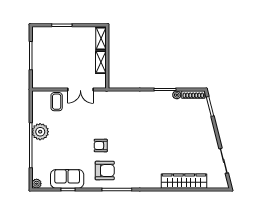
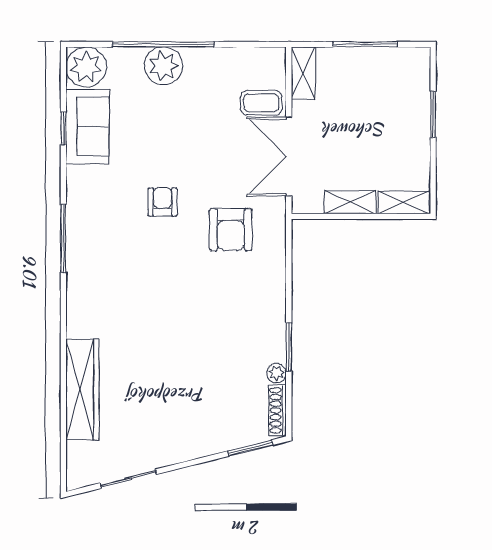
shelving: (43, 83) -> (303, 73), added
double door: (80, 89) -> (289, 156), width x1.37
plant: (40, 132) -> (163, 66), moved
armchair: (105, 171) -> (231, 230), moved
plant: (37, 184) -> (86, 67), width x1.87, depth x1.87

